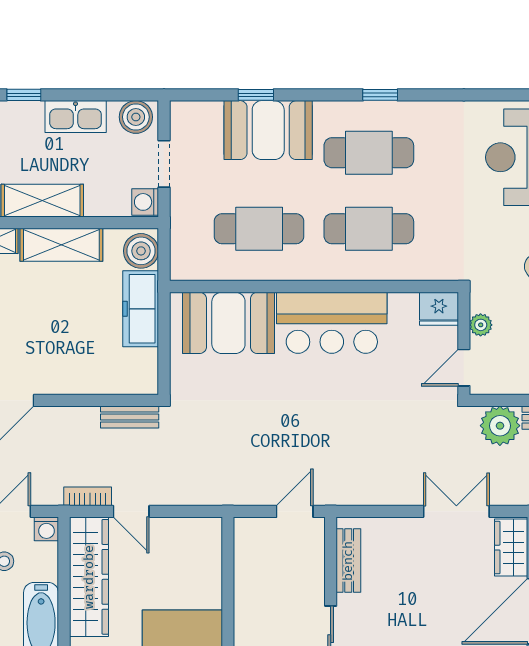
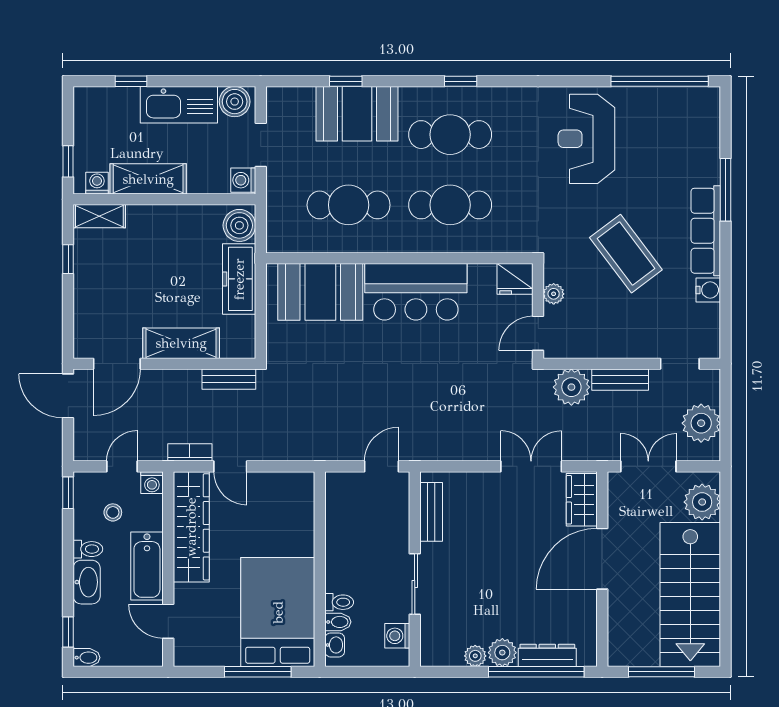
kitchen sink: (76, 117) -> (179, 105), width x1.36, depth x1.24
shelving: (61, 245) -> (181, 343), moved

